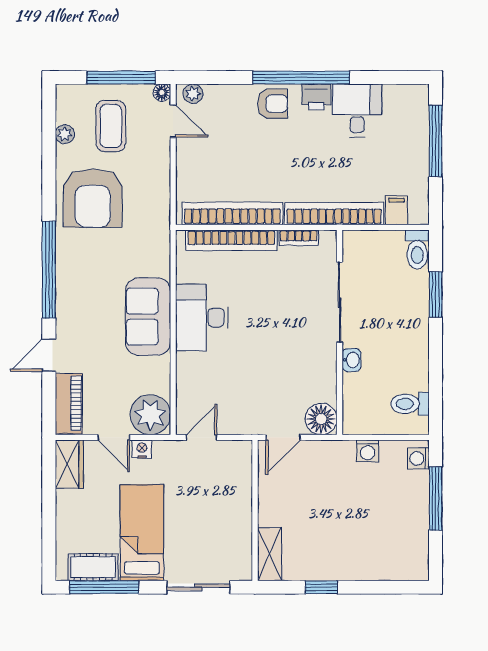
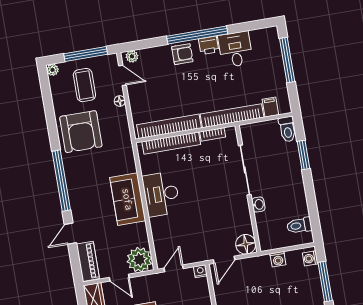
floor lamp: (162, 93) -> (120, 101), moved
plant: (65, 134) -> (53, 70), moved
nightstand: (142, 449) -> (200, 271), moved

